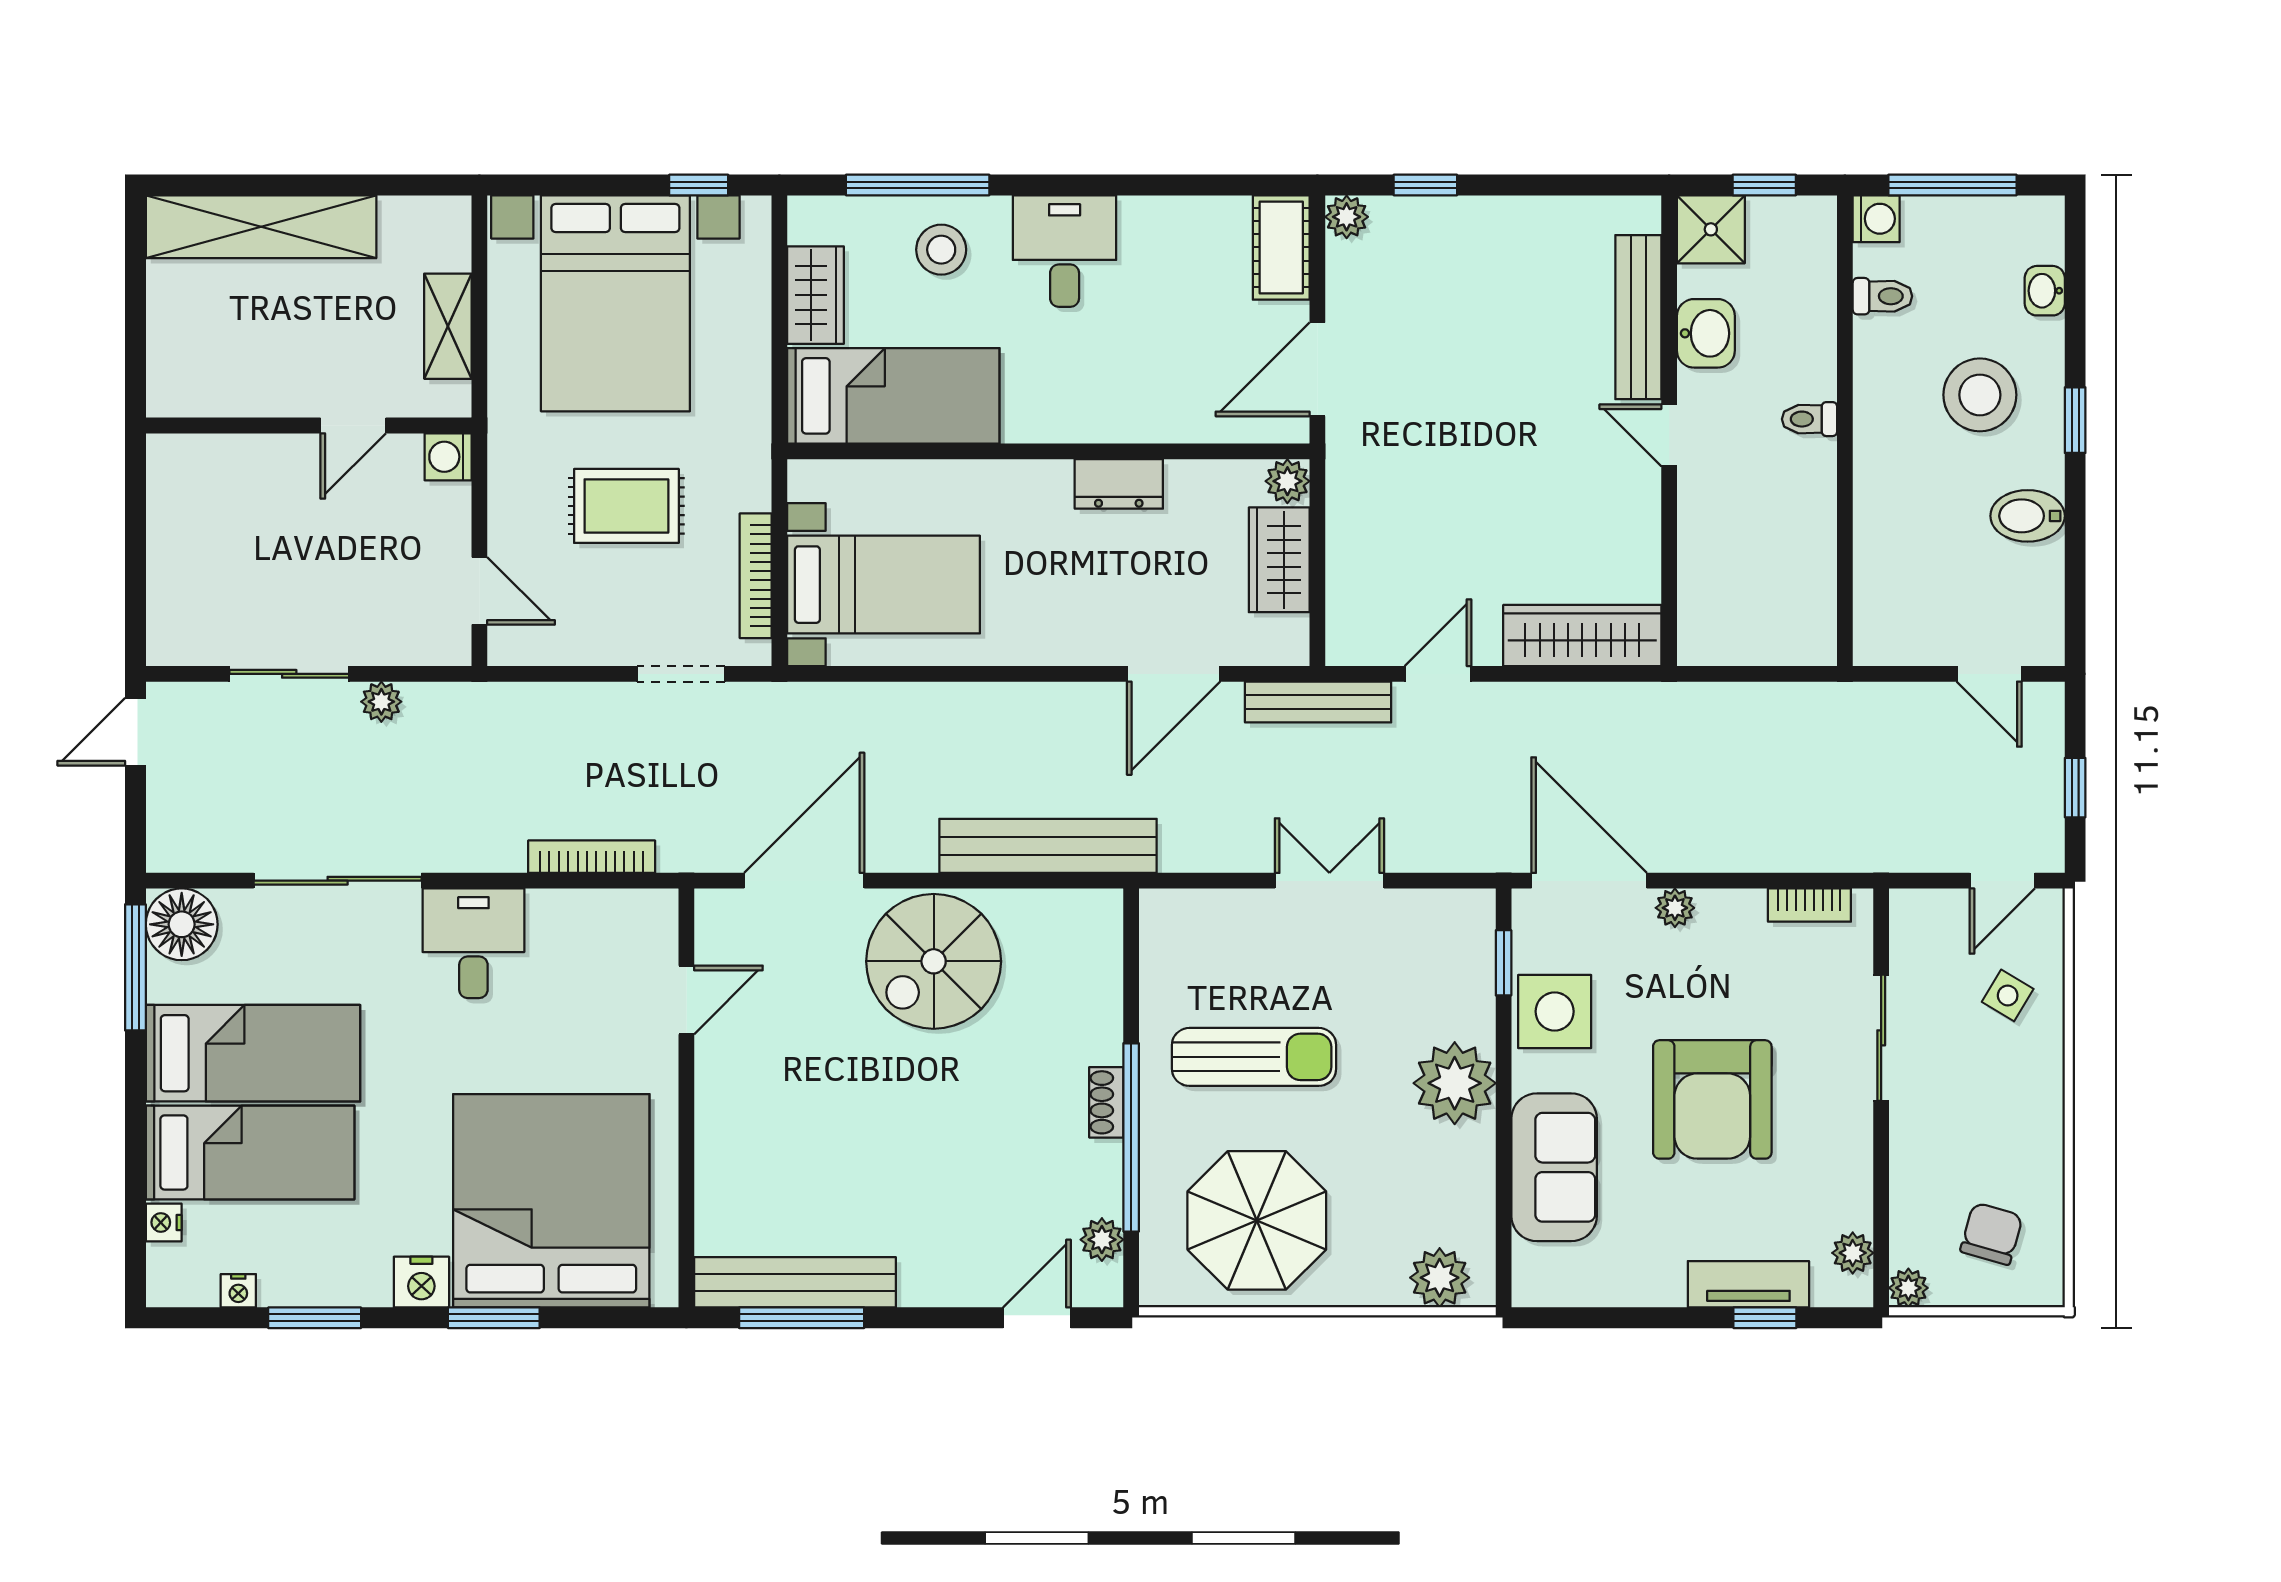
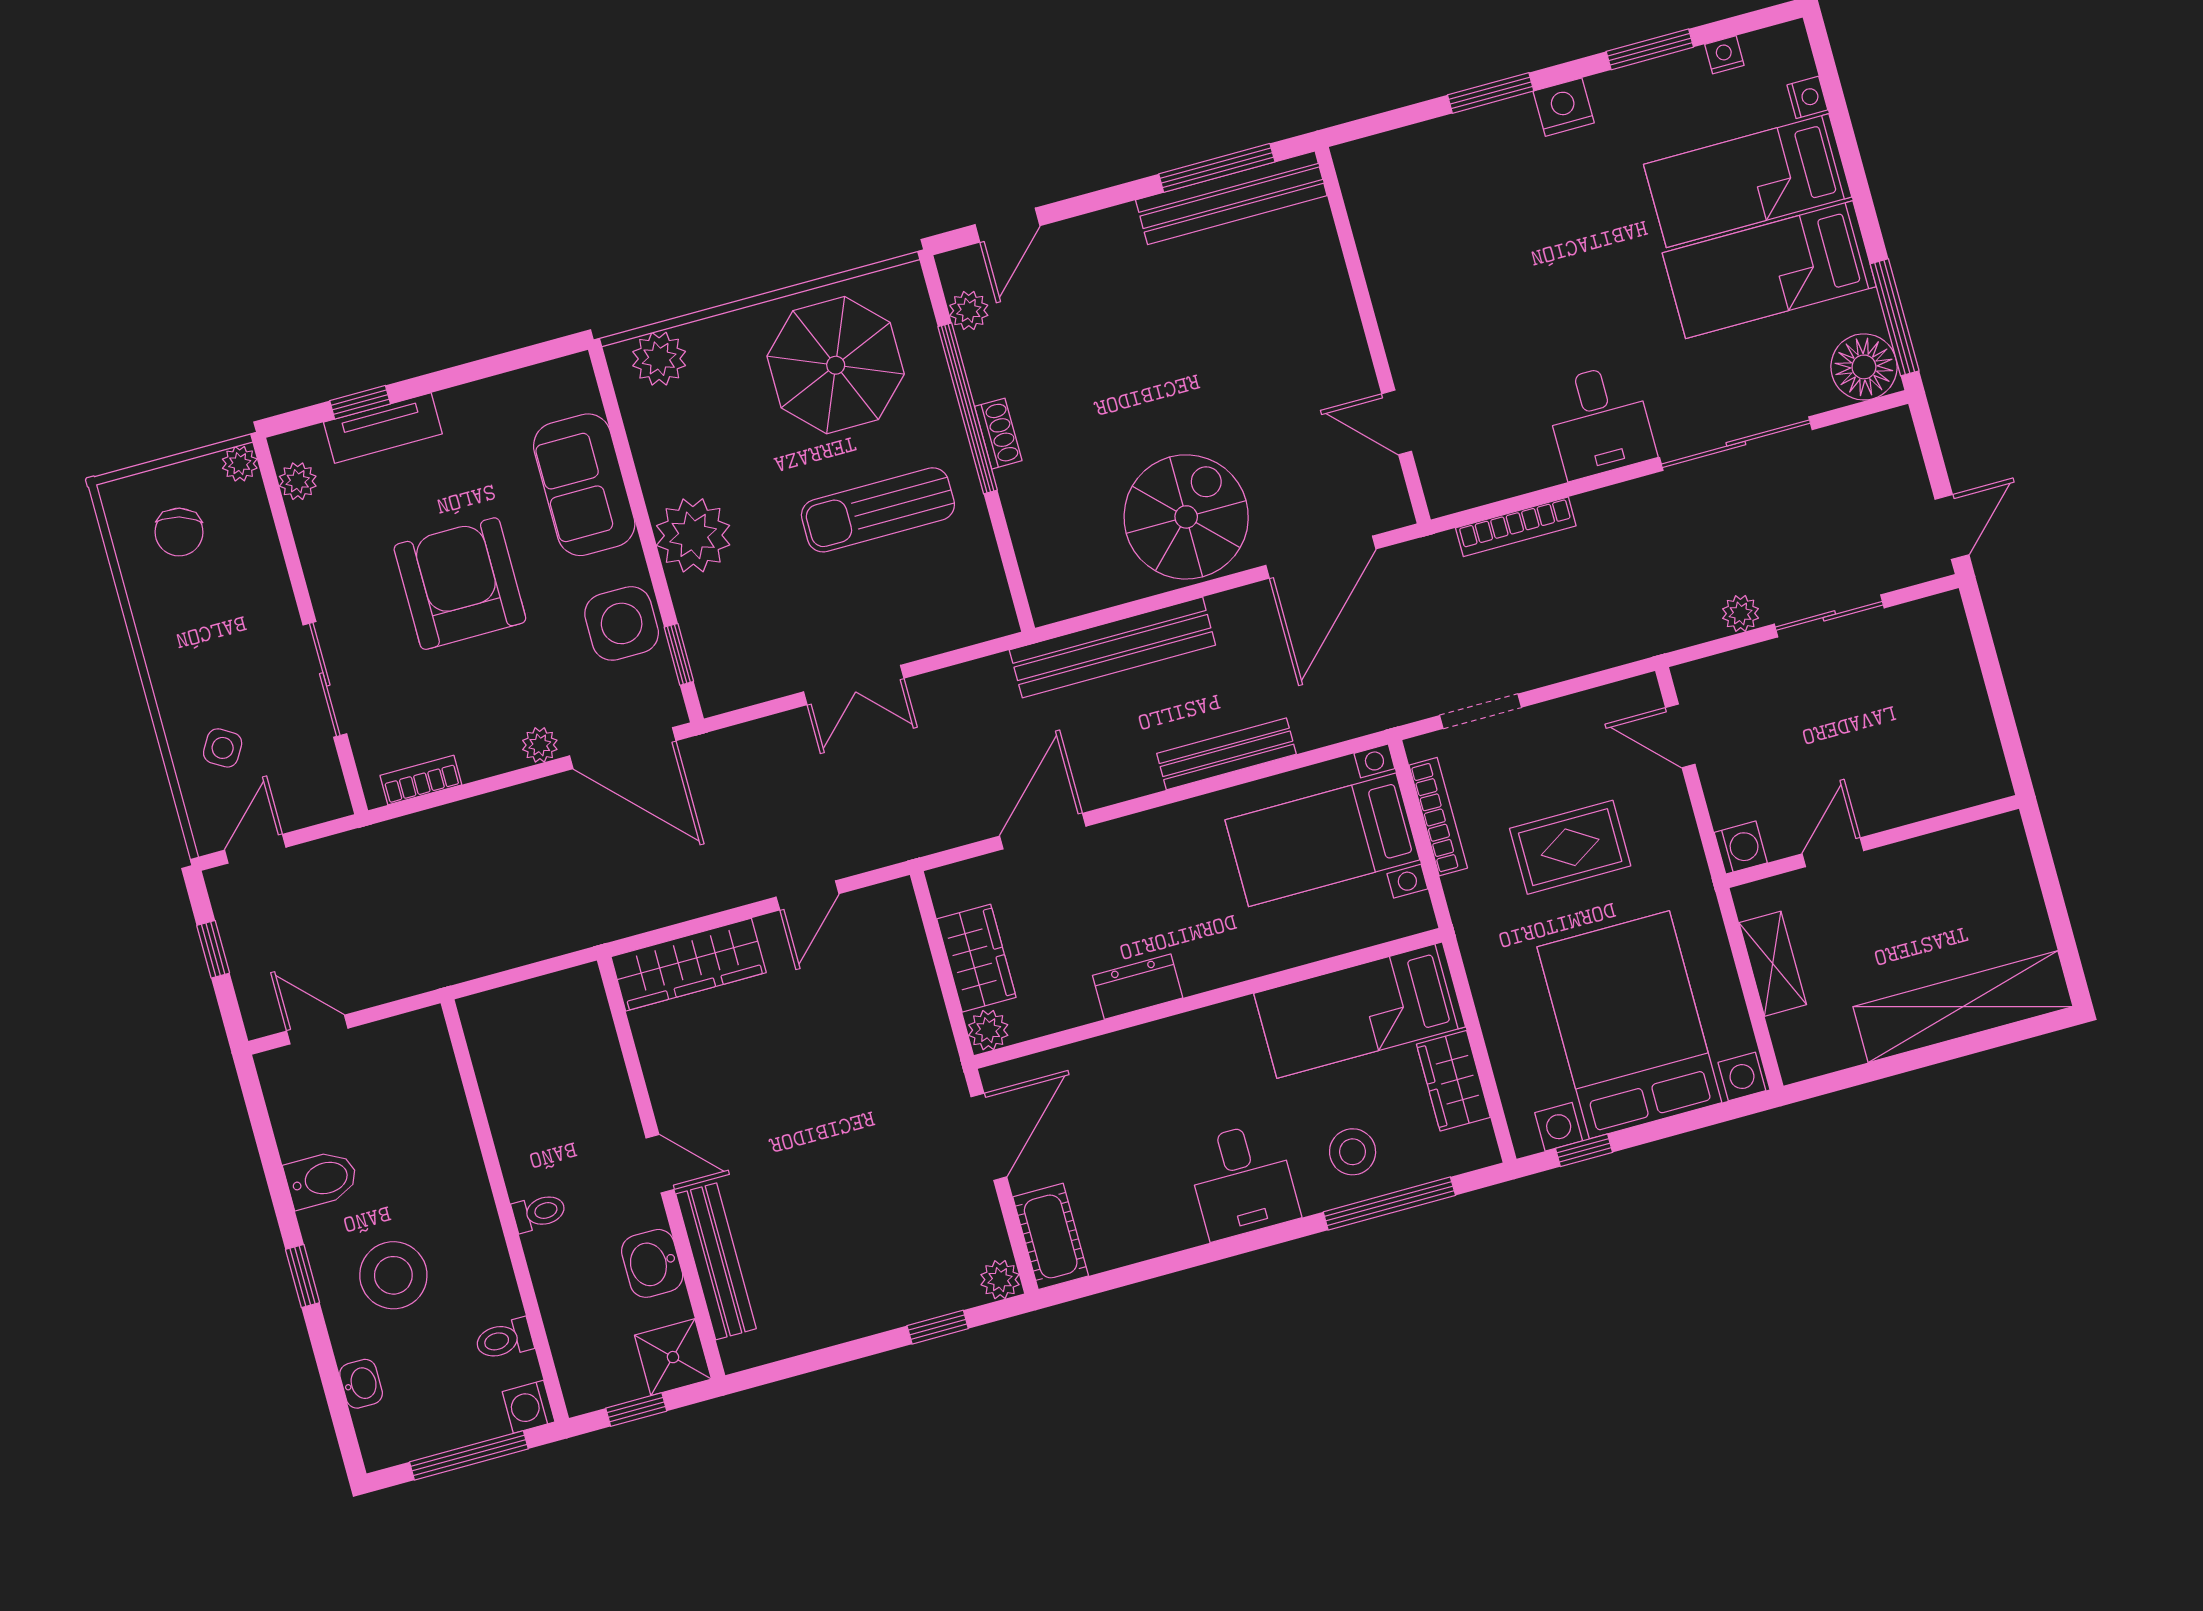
bench: (1318, 702) -> (1226, 754), moved
door: (686, 1000) -> (1397, 422), hinge flipped
bed: (551, 1201) -> (1468, 211), removed

